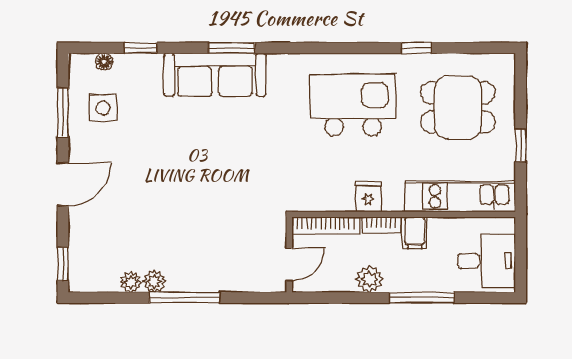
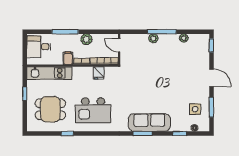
door: (63, 184) -> (211, 78), swing flipped
fridge: (368, 196) -> (99, 73), moved
door: (289, 264) -> (119, 45), hinge flipped
plant: (154, 281) -> (153, 38), moved

